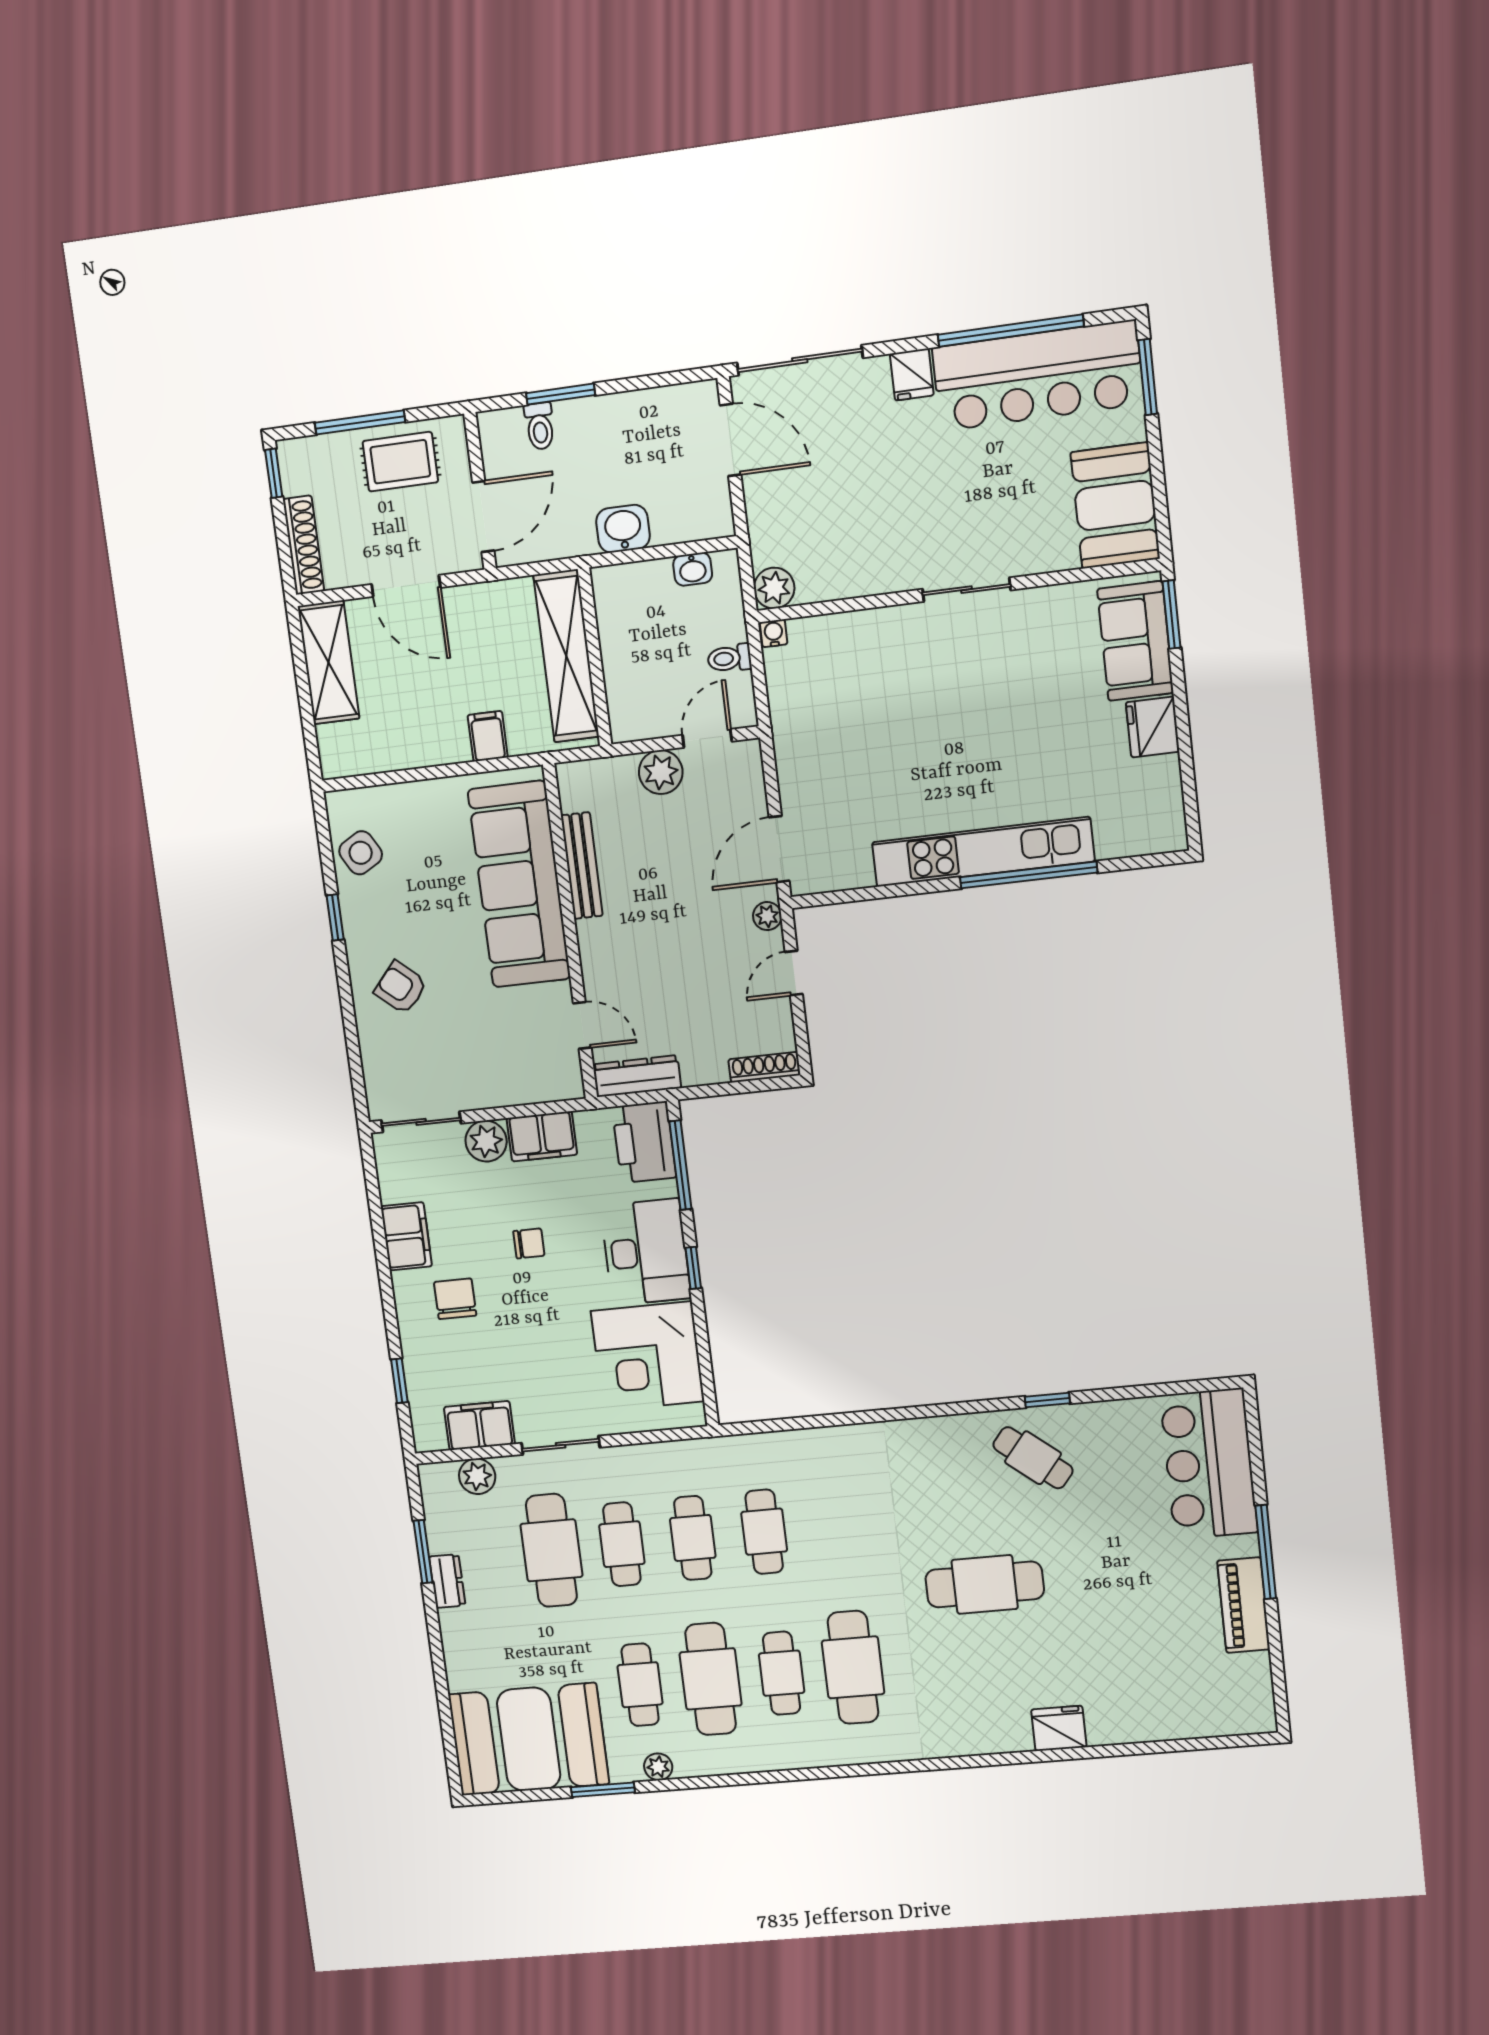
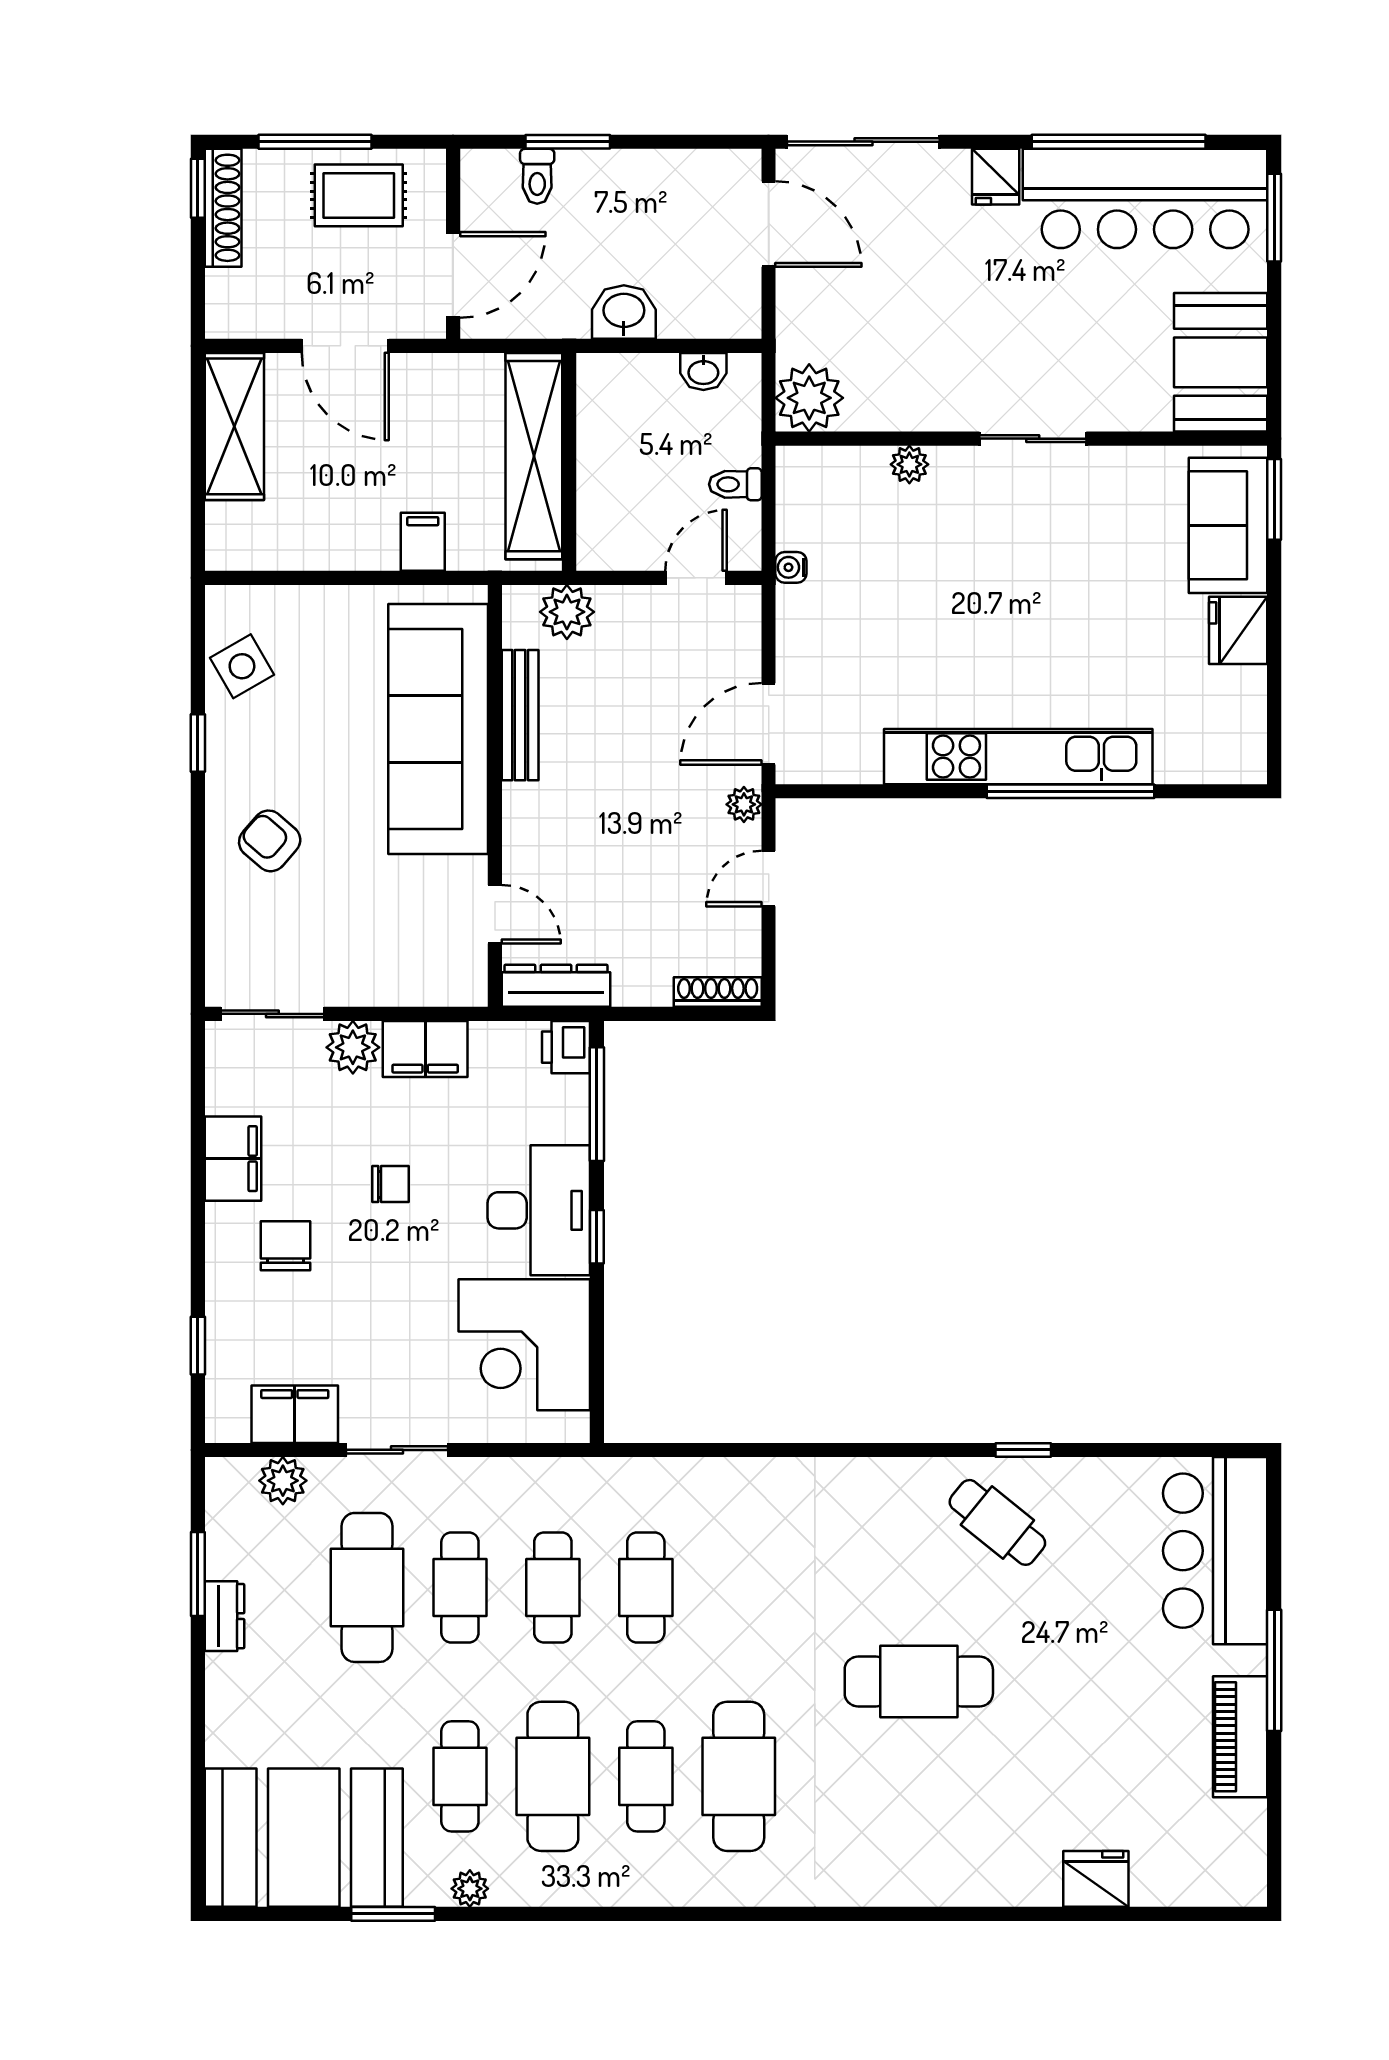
shoe rack: (304, 545) -> (223, 208), moved
plant: (774, 588) -> (809, 398), width x1.36, depth x1.36
plant: (868, 624) -> (909, 464), added
water cooler: (774, 633) -> (791, 567), moved, turned -90
plant: (661, 772) -> (567, 612), moved
printer: (644, 1142) -> (566, 1047), width x0.53, depth x0.68
fridge: (1059, 1728) -> (1096, 1879), moved

